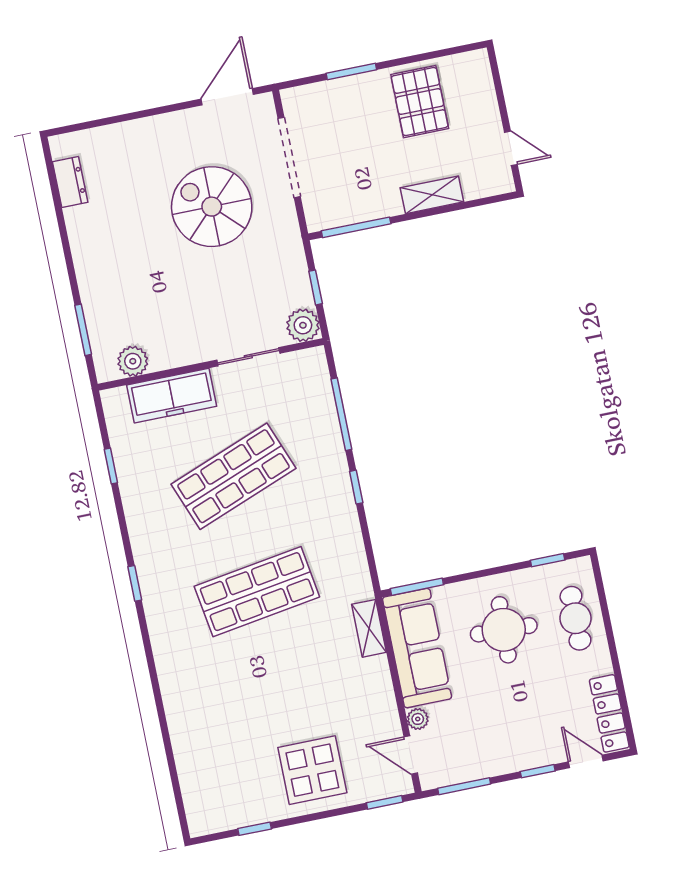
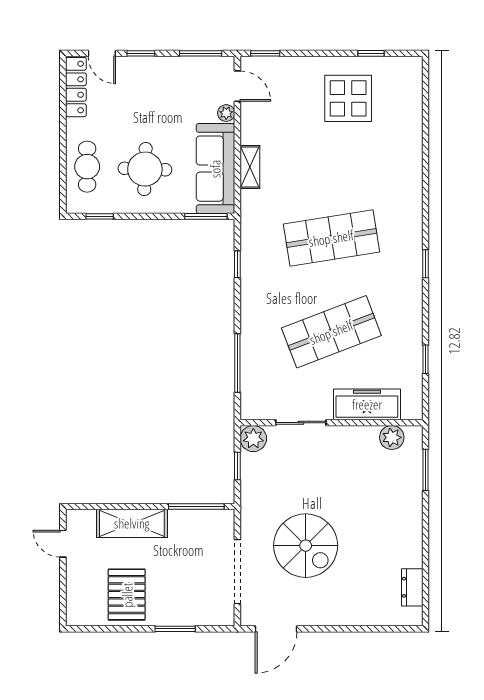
shelving: (432, 195) -> (132, 523), width x1.50, depth x1.33
window: (356, 487) -> (237, 264), moved
shelving: (369, 628) -> (250, 167), moved
display table: (312, 770) -> (348, 98), moved

